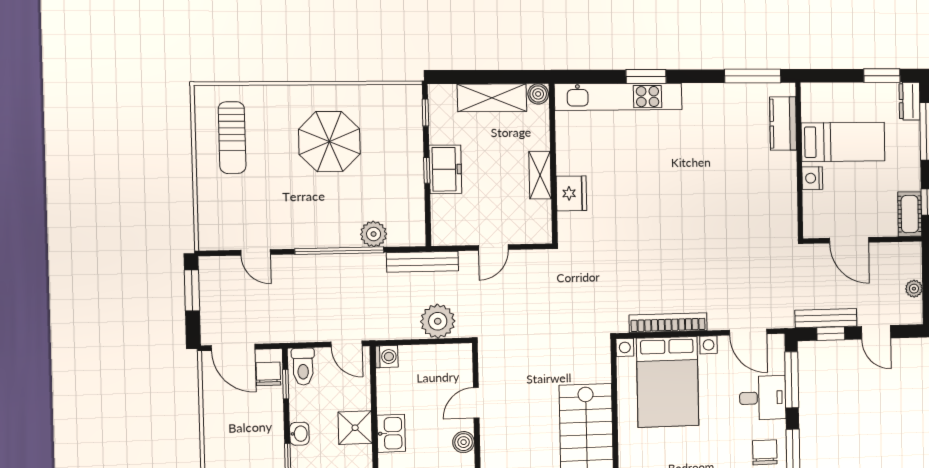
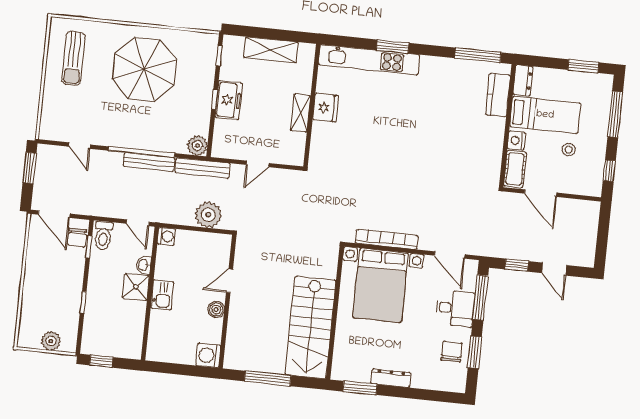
boiler: (538, 94) -> (307, 51), removed
dresser: (909, 101) -> (523, 80), moved, turned 180
parasol: (329, 142) -> (144, 69), width x1.36, depth x1.36
stool: (876, 182) -> (569, 149), added
fridge: (571, 193) -> (325, 108), moved
cot: (910, 214) -> (515, 169), moved
plant: (374, 234) -> (198, 146), moved
plant: (914, 289) -> (590, 238), removed
bench: (826, 318) -> (149, 162), moved
chair: (268, 374) -> (77, 237), turned 180
washbasin: (299, 434) -> (144, 265), moved, turned 180

